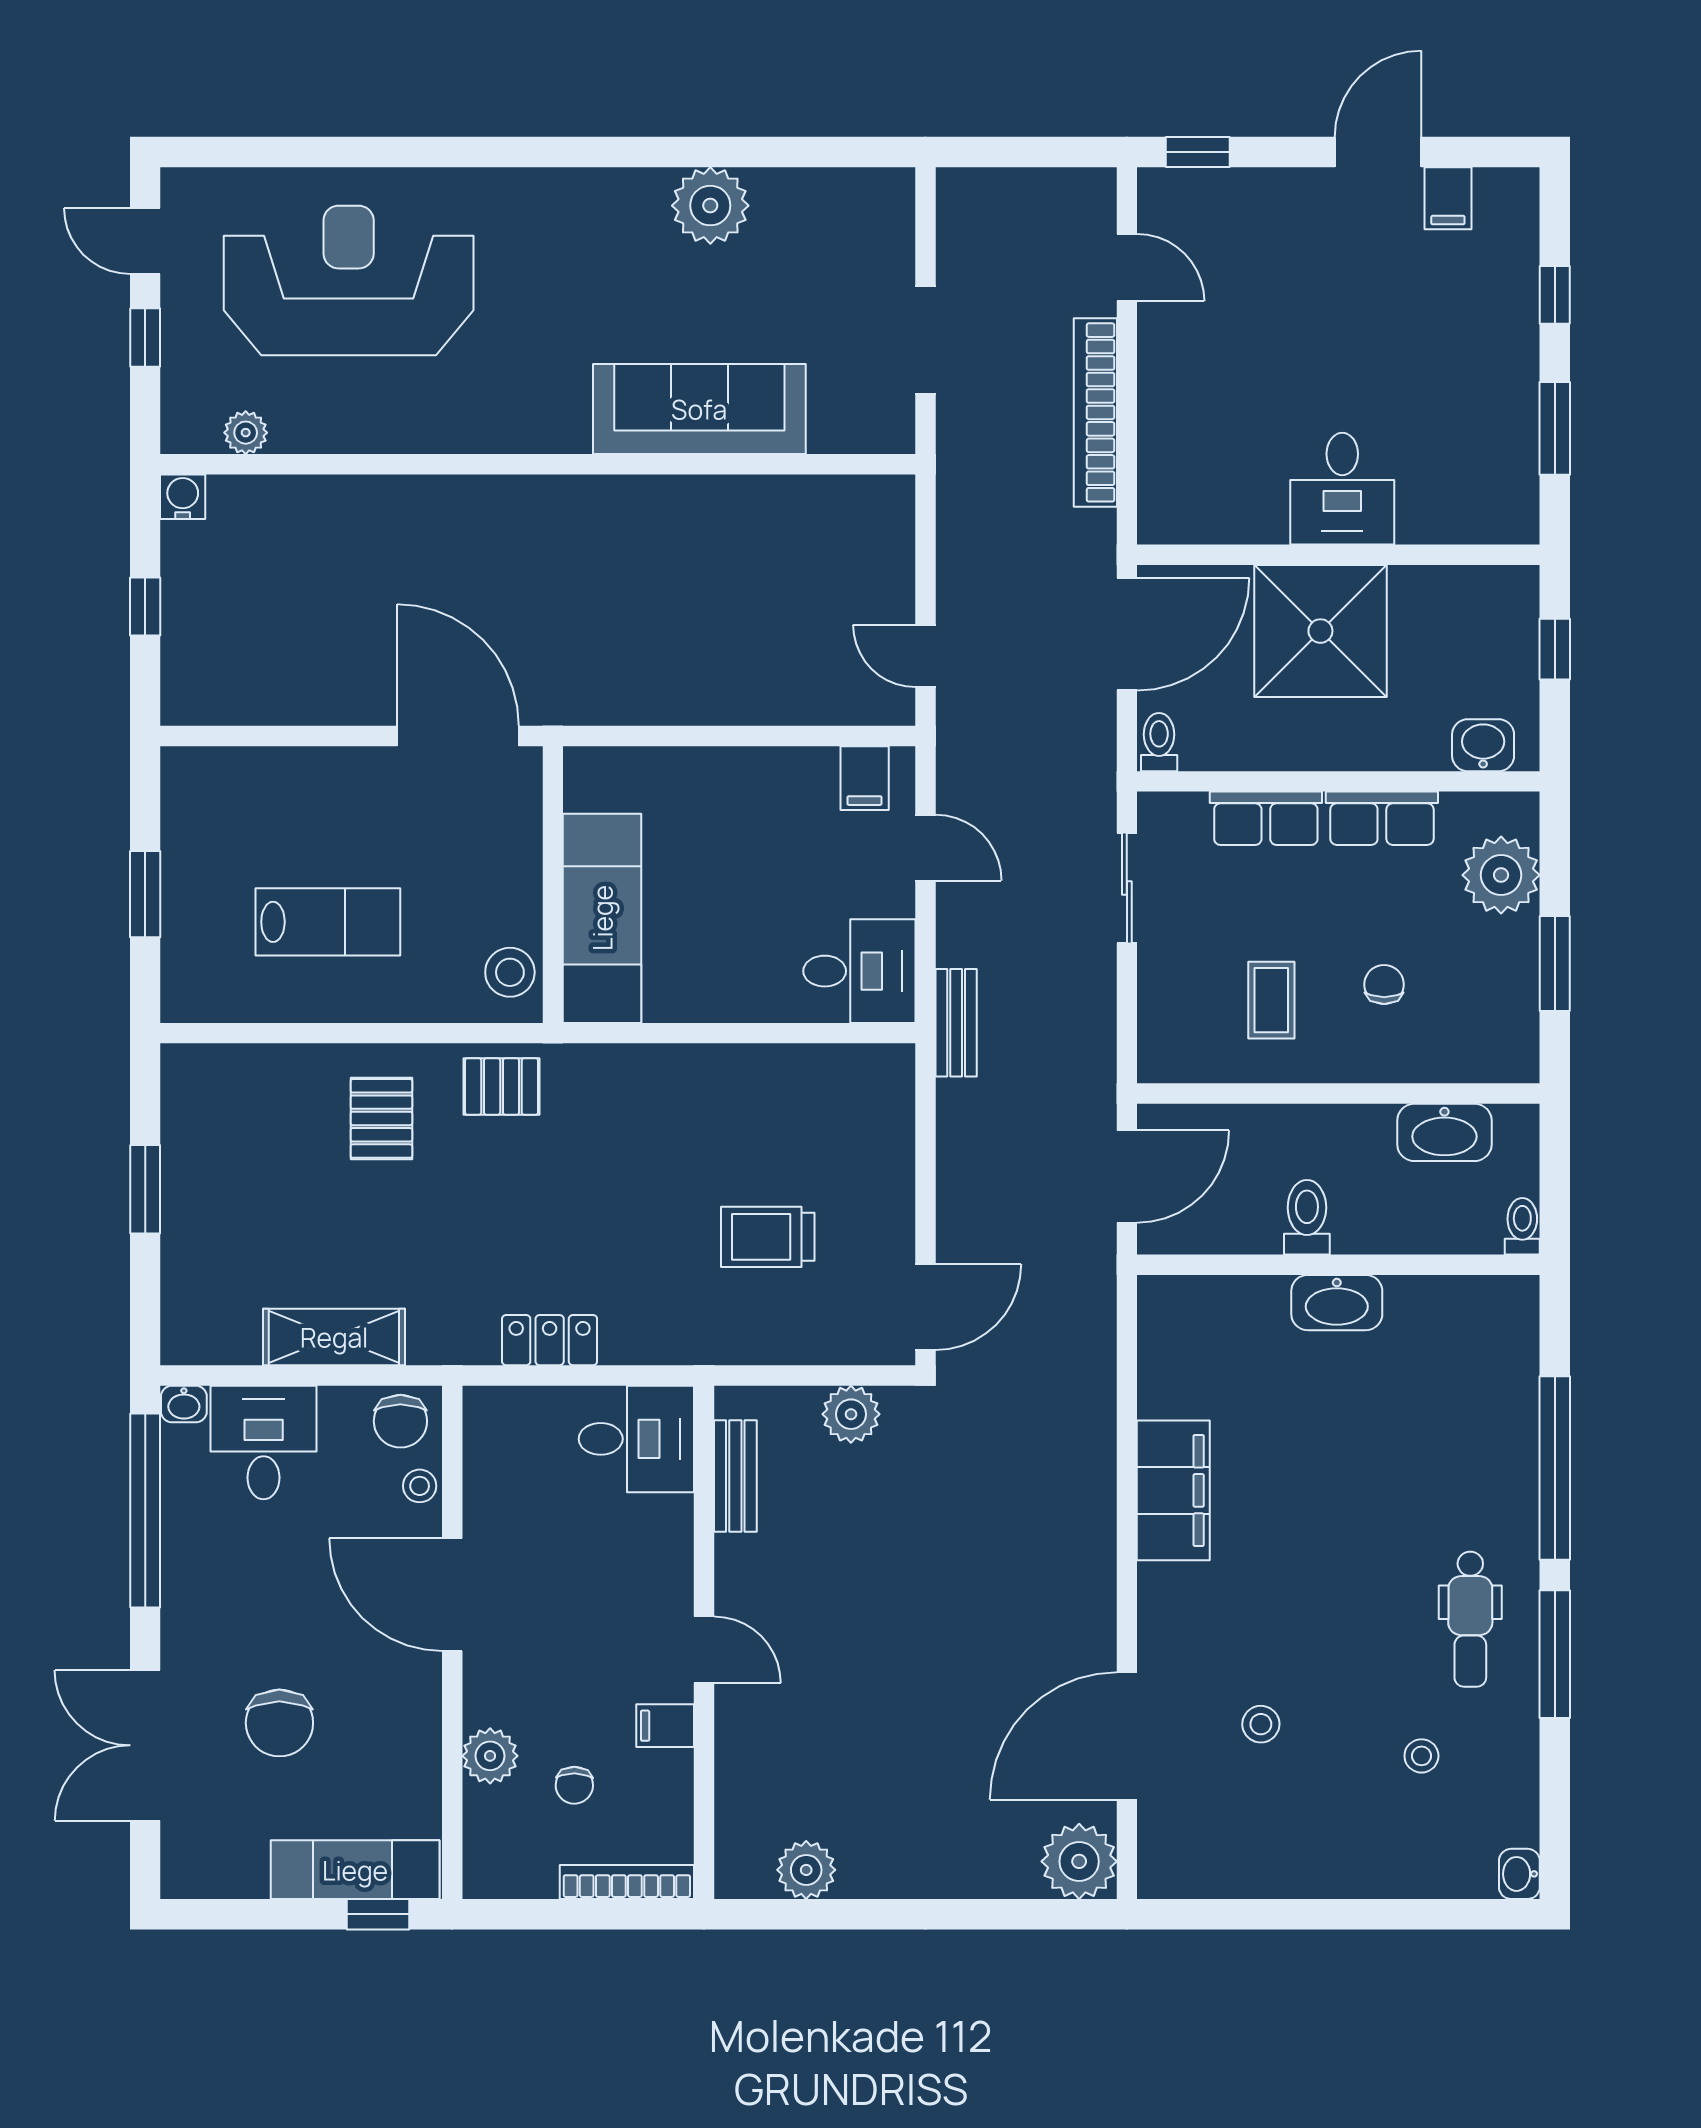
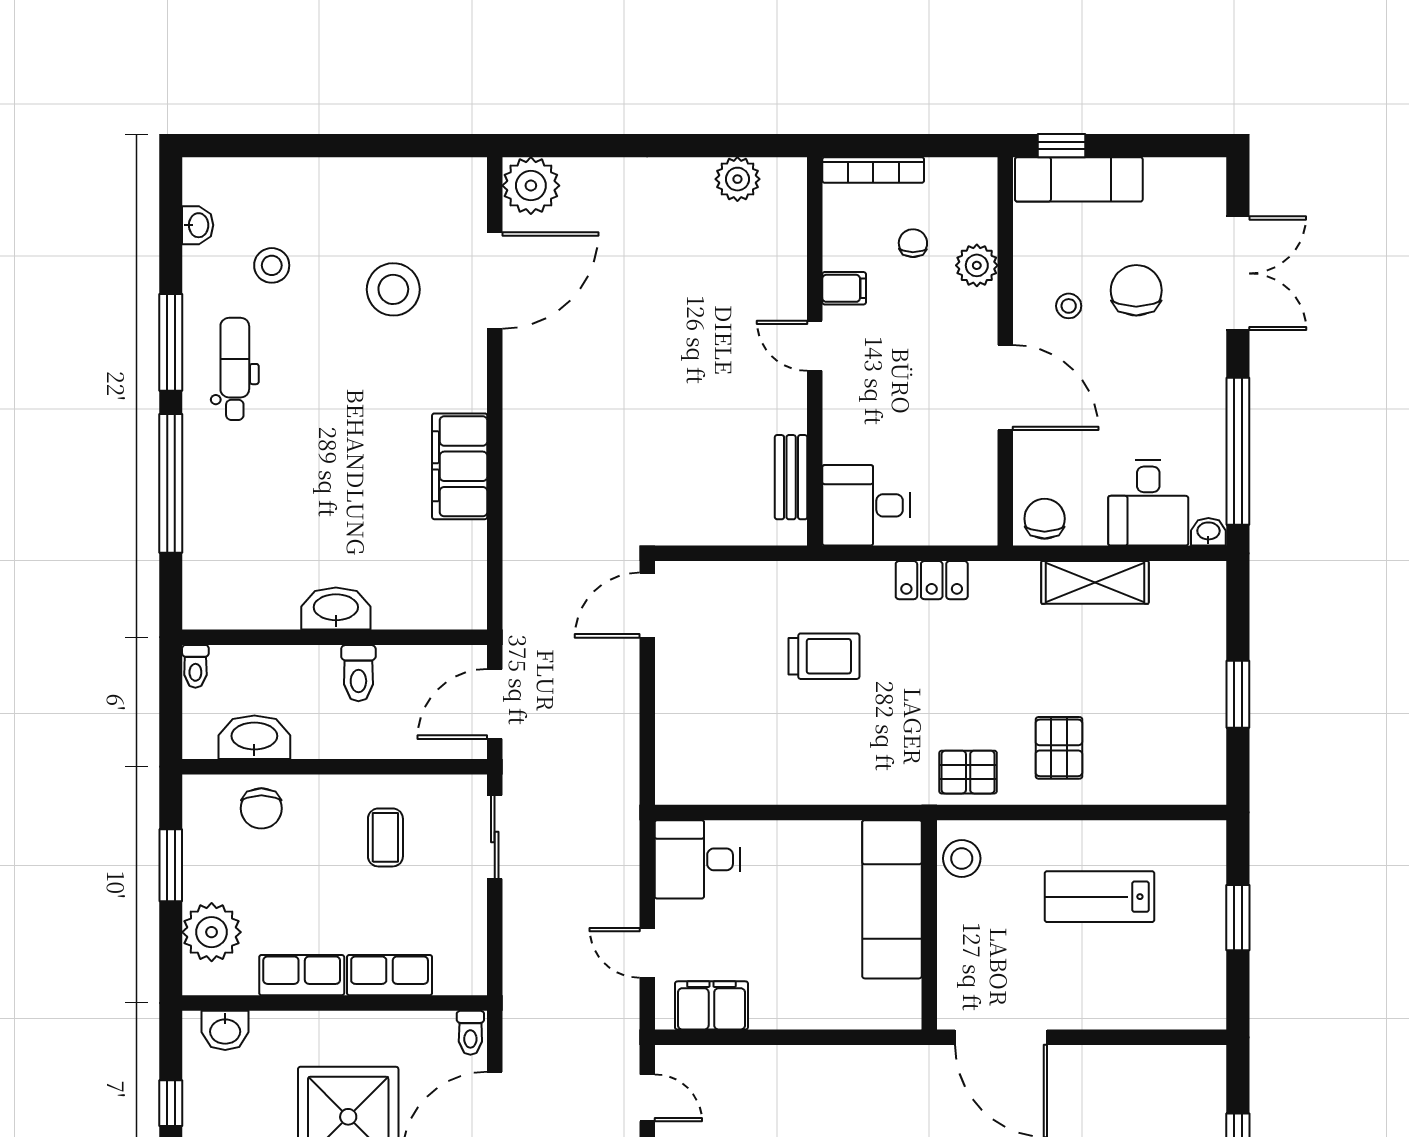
filing cabinet: (865, 778) -> (711, 1005), width x2.00
sliding door: (1127, 888) -> (495, 837), moved
chair: (1384, 985) -> (261, 808), moved, width x1.37, depth x1.37
bench: (956, 1023) -> (624, 820), removed
trolley: (768, 1237) -> (824, 656), moved
plant: (851, 1414) -> (704, 524), removed
stool: (420, 1486) -> (1069, 306), moved
stool: (1261, 1724) -> (393, 289), width x1.89, depth x1.89
stool: (1421, 1756) -> (272, 265), width x1.37, depth x1.37
washbasin: (1519, 1874) -> (198, 225), moved

